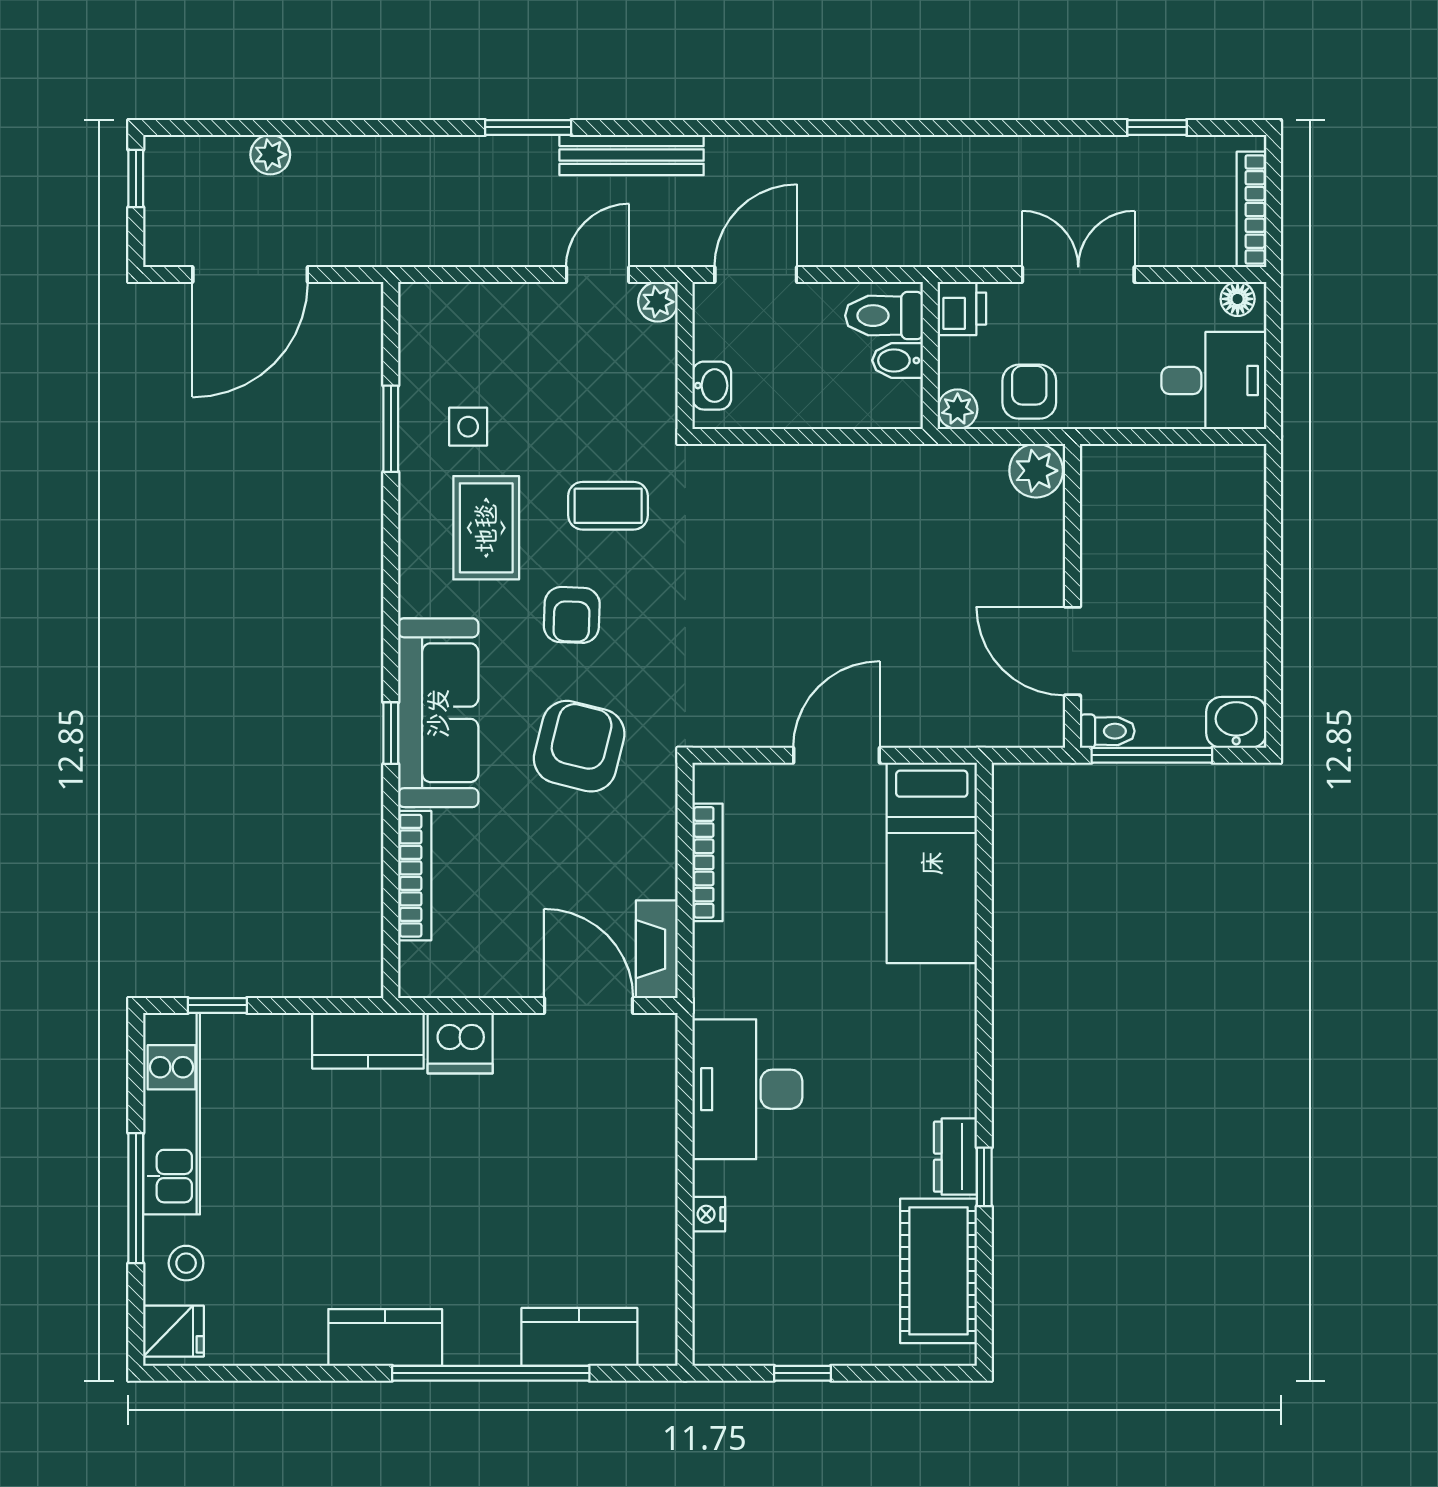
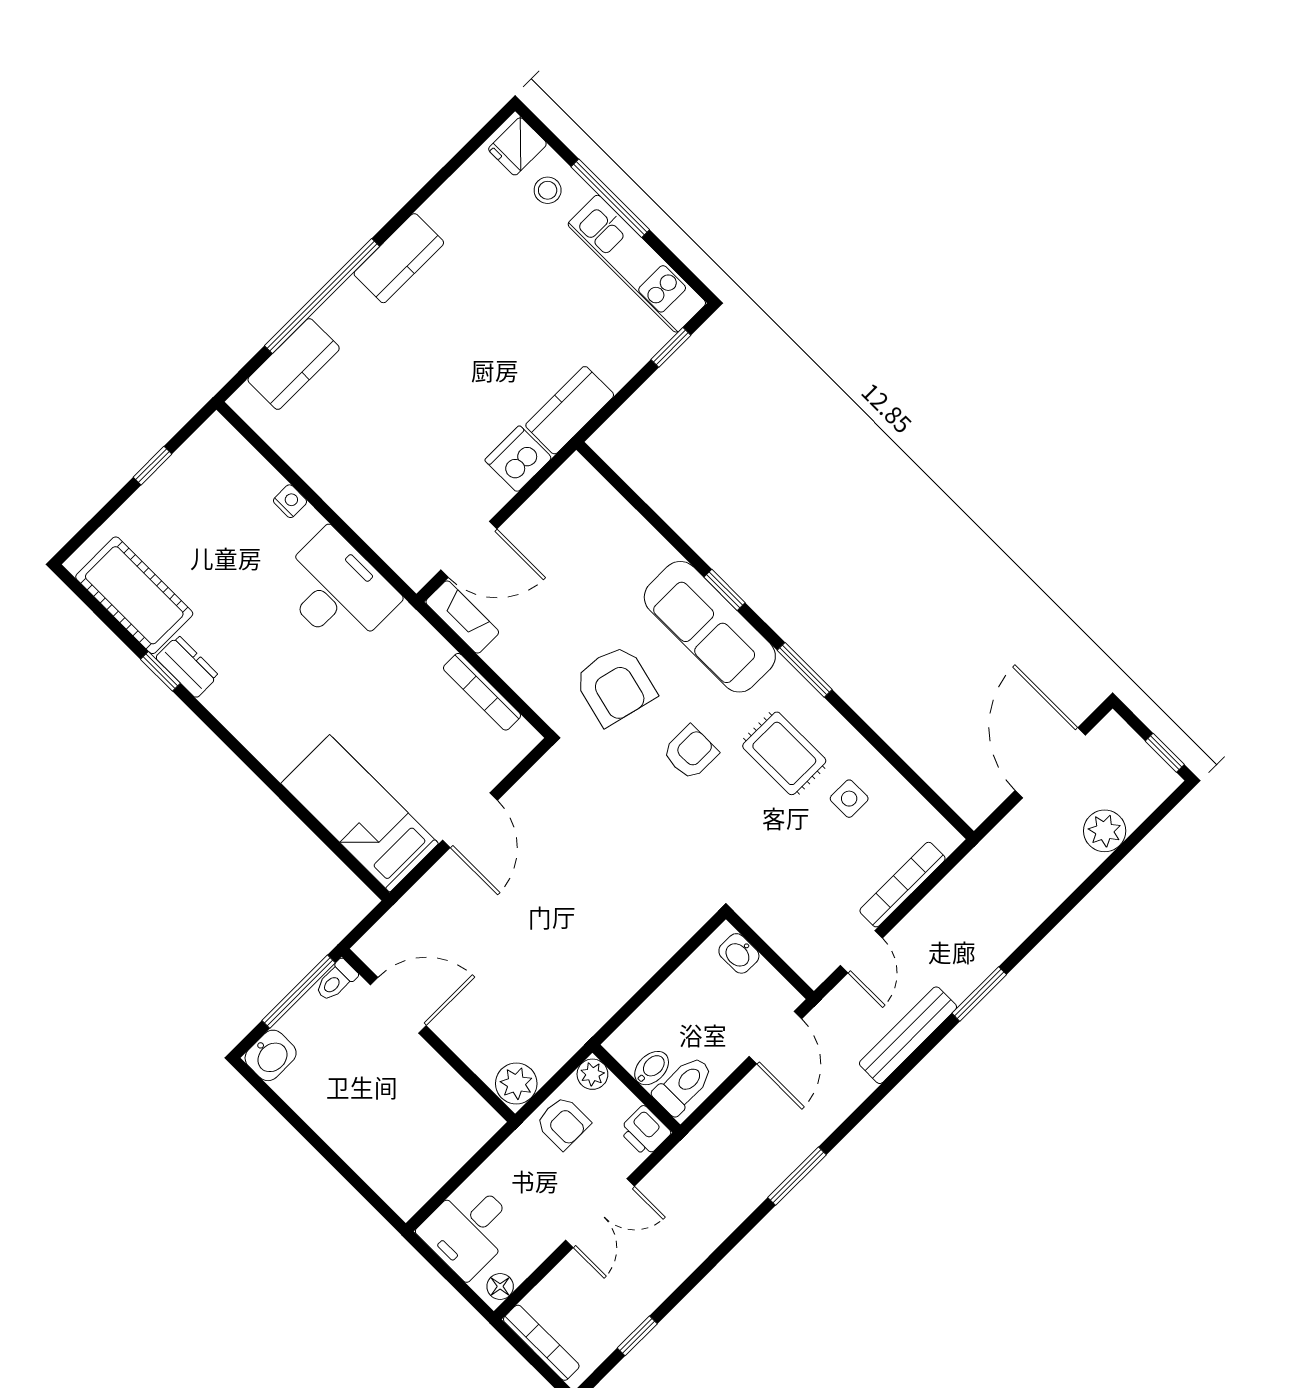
window: (863, 127) -> (797, 1176), added
plant: (270, 155) -> (1105, 831), width x1.38, depth x1.38
plant: (658, 302) -> (814, 970), removed
window: (391, 429) -> (805, 670), moved
coffee table: (608, 506) -> (730, 832), removed
armchair: (572, 615) -> (690, 753), turned 88
bookcase: (415, 876) -> (902, 885), moved, turned 90

